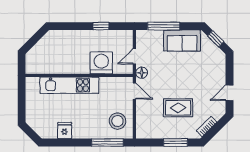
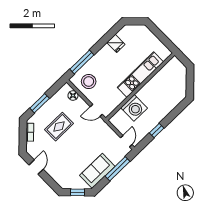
door: (134, 56) -> (126, 141), moved
floor lamp: (142, 73) -> (73, 95), moved

